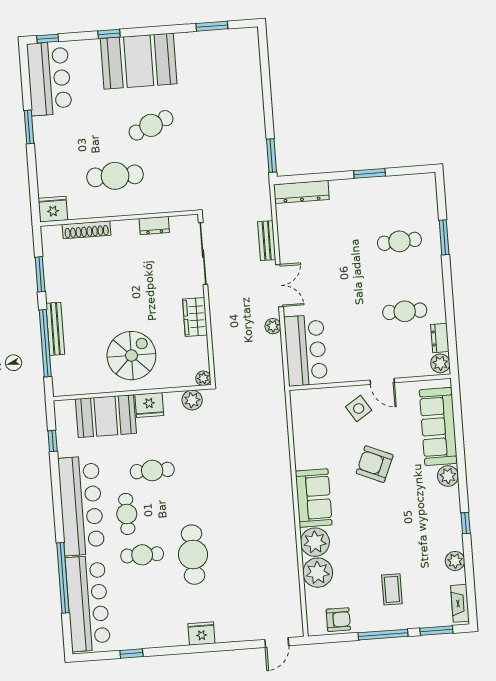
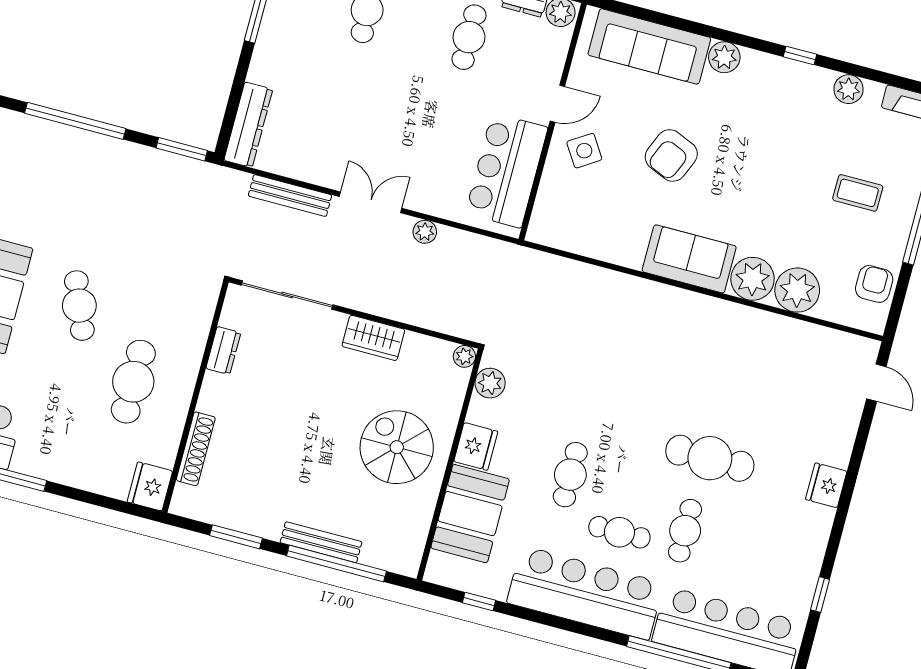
window: (266, 82) -> (75, 121), added
bench: (267, 241) -> (290, 196), width x1.36
bar counter: (306, 350) -> (507, 170), moved, turned -90

